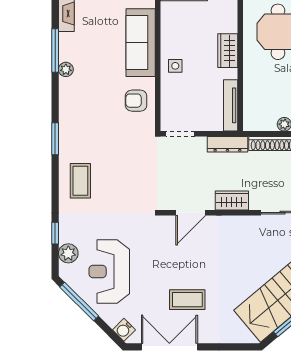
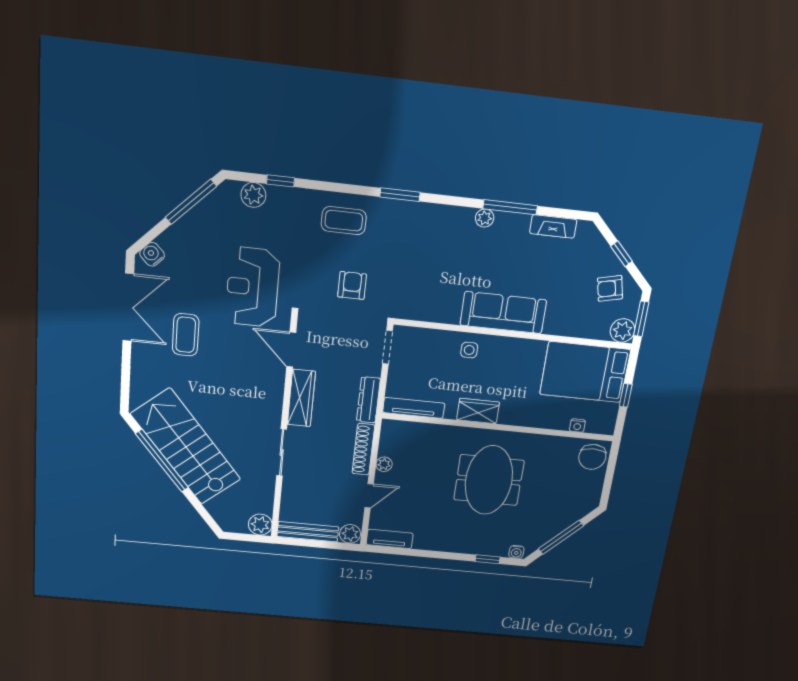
armchair: (136, 101) -> (352, 285), moved
wardrobe: (232, 200) -> (301, 398), width x1.50
reception desk: (109, 271) -> (253, 287), moved, turned -90

